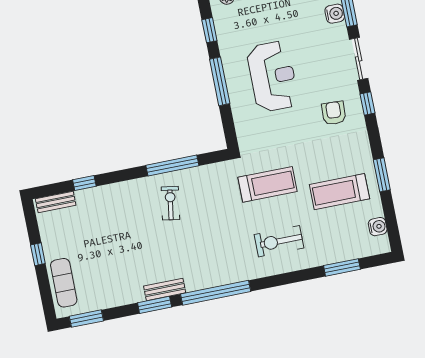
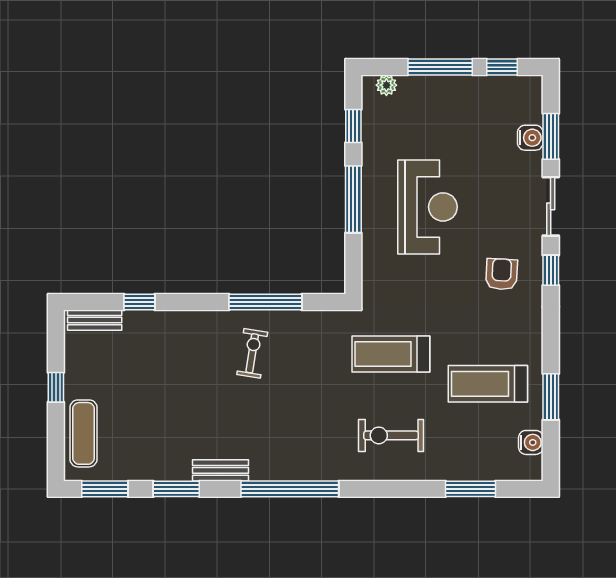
window: (382, 175) -> (551, 397), moved
treadmill: (267, 184) -> (391, 354), turned 180
window: (155, 305) -> (176, 489), moved

